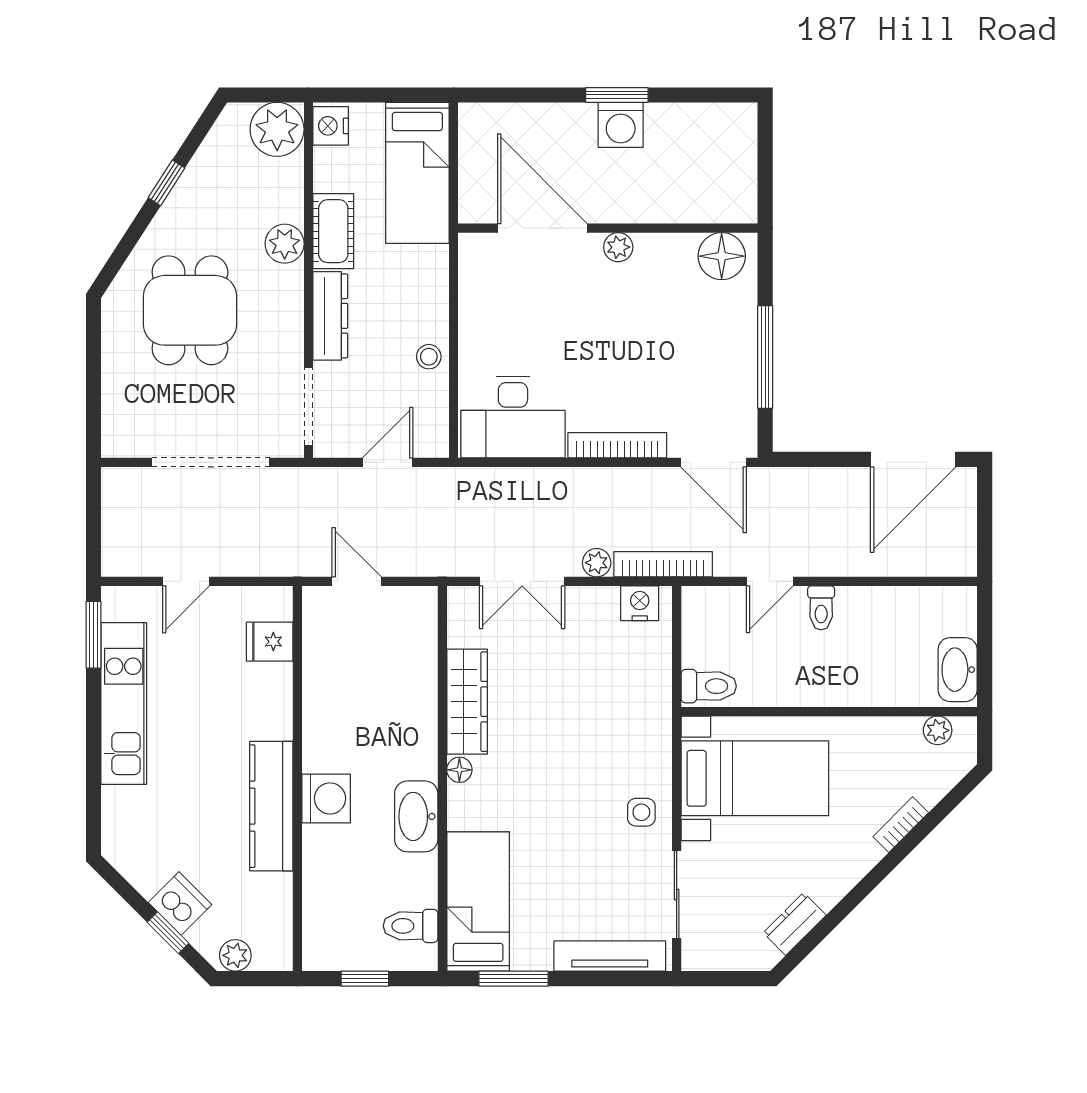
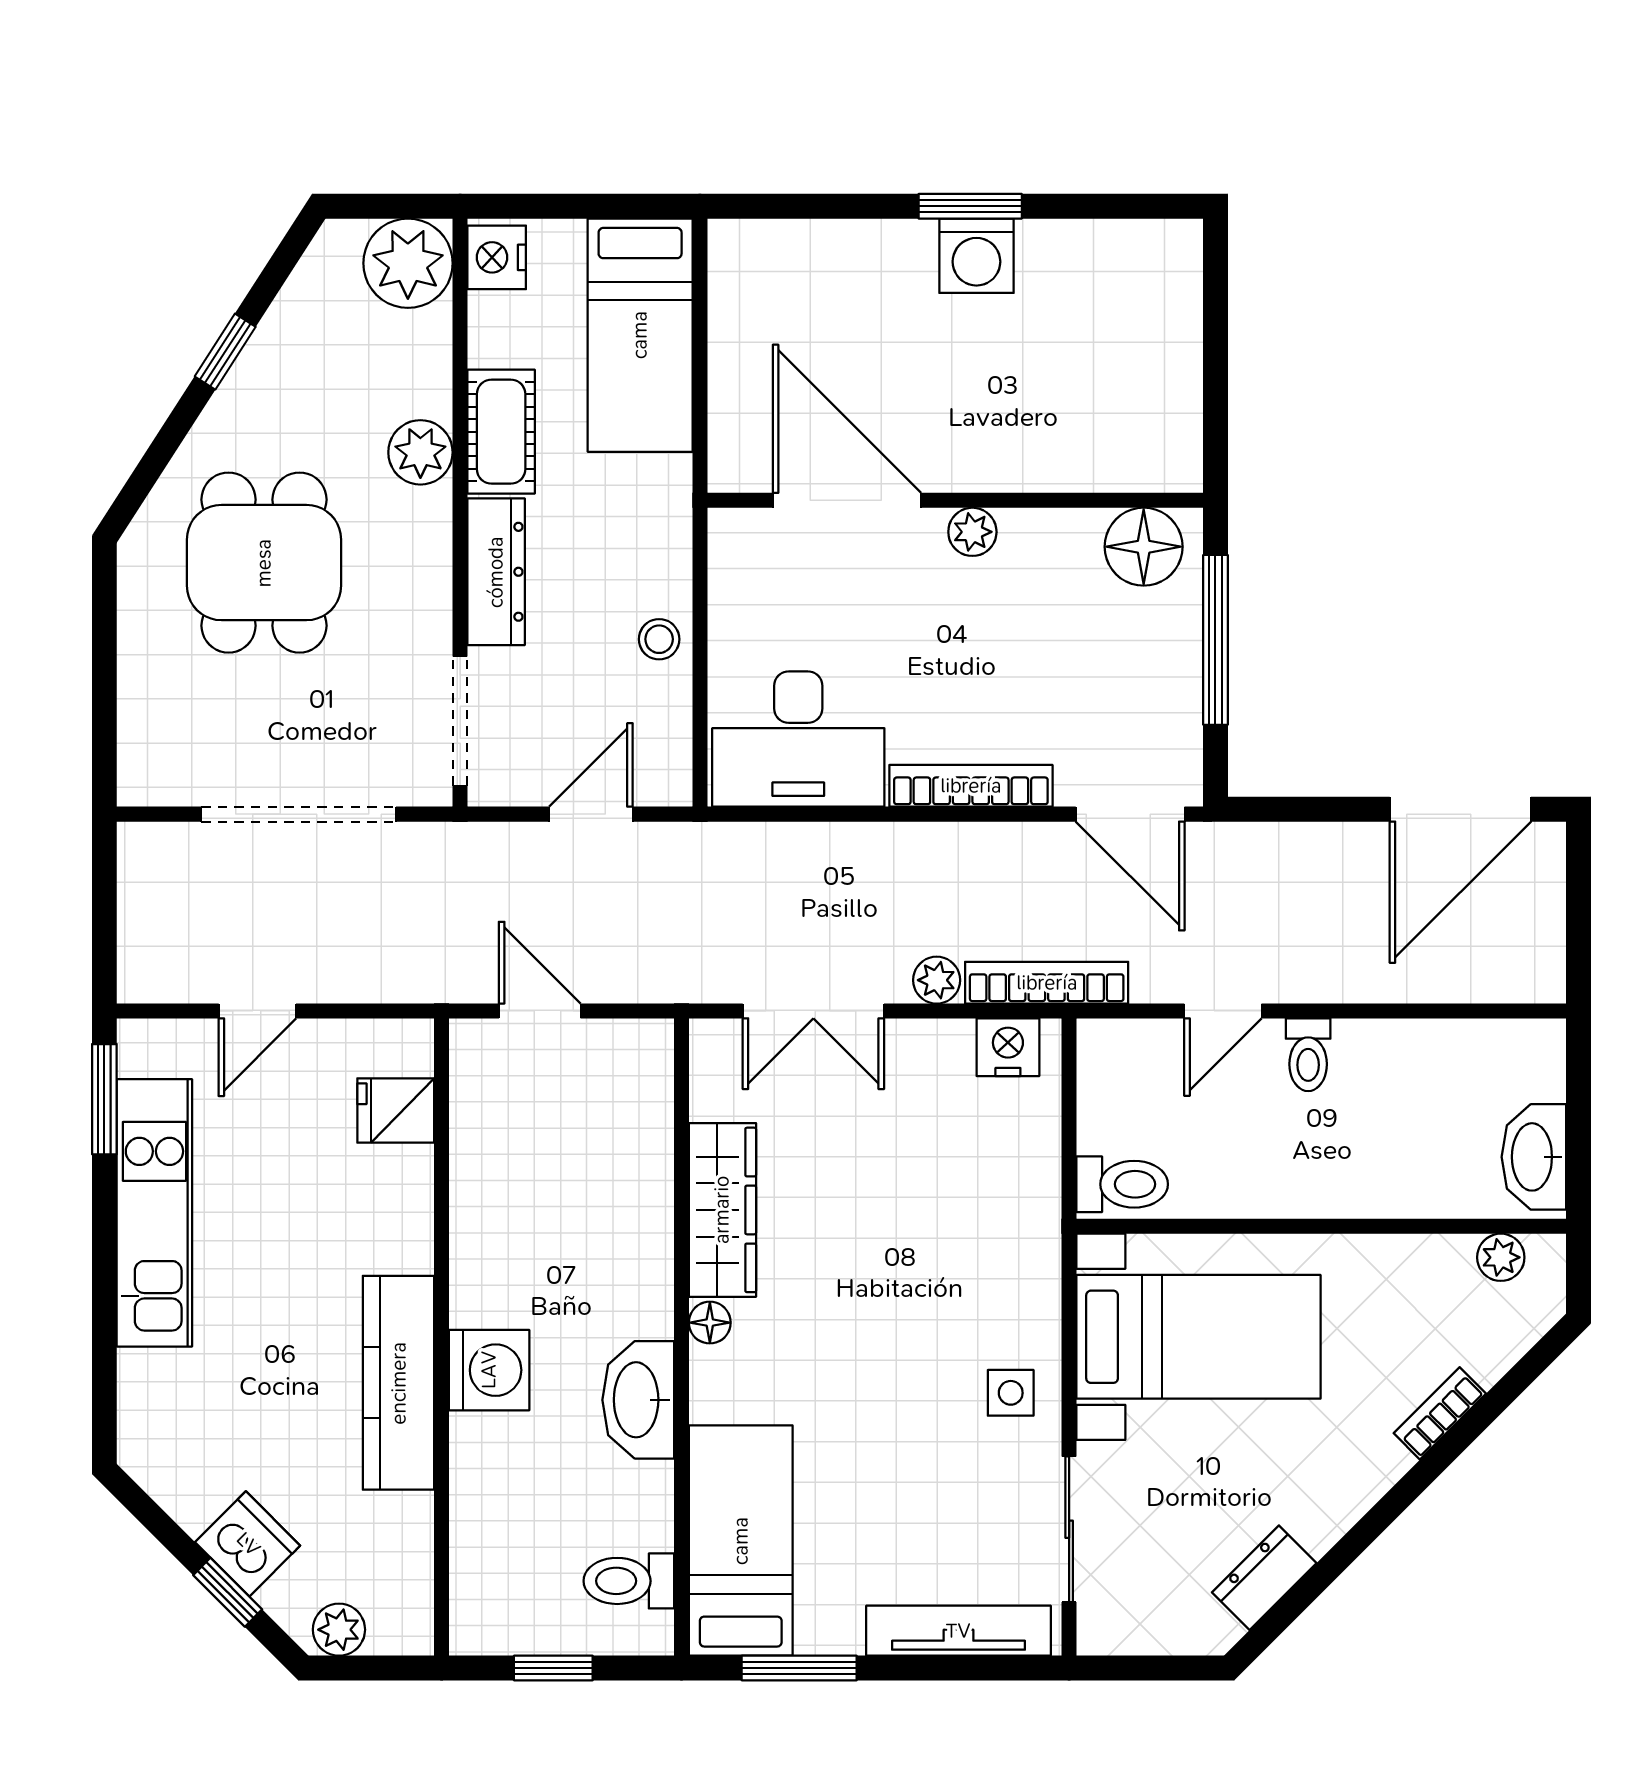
door: (542, 228) -> (847, 500), moved
wall: (608, 228) -> (955, 500), moved
plant: (618, 247) -> (972, 532), moved
floor lamp: (722, 256) -> (1144, 547), moved

